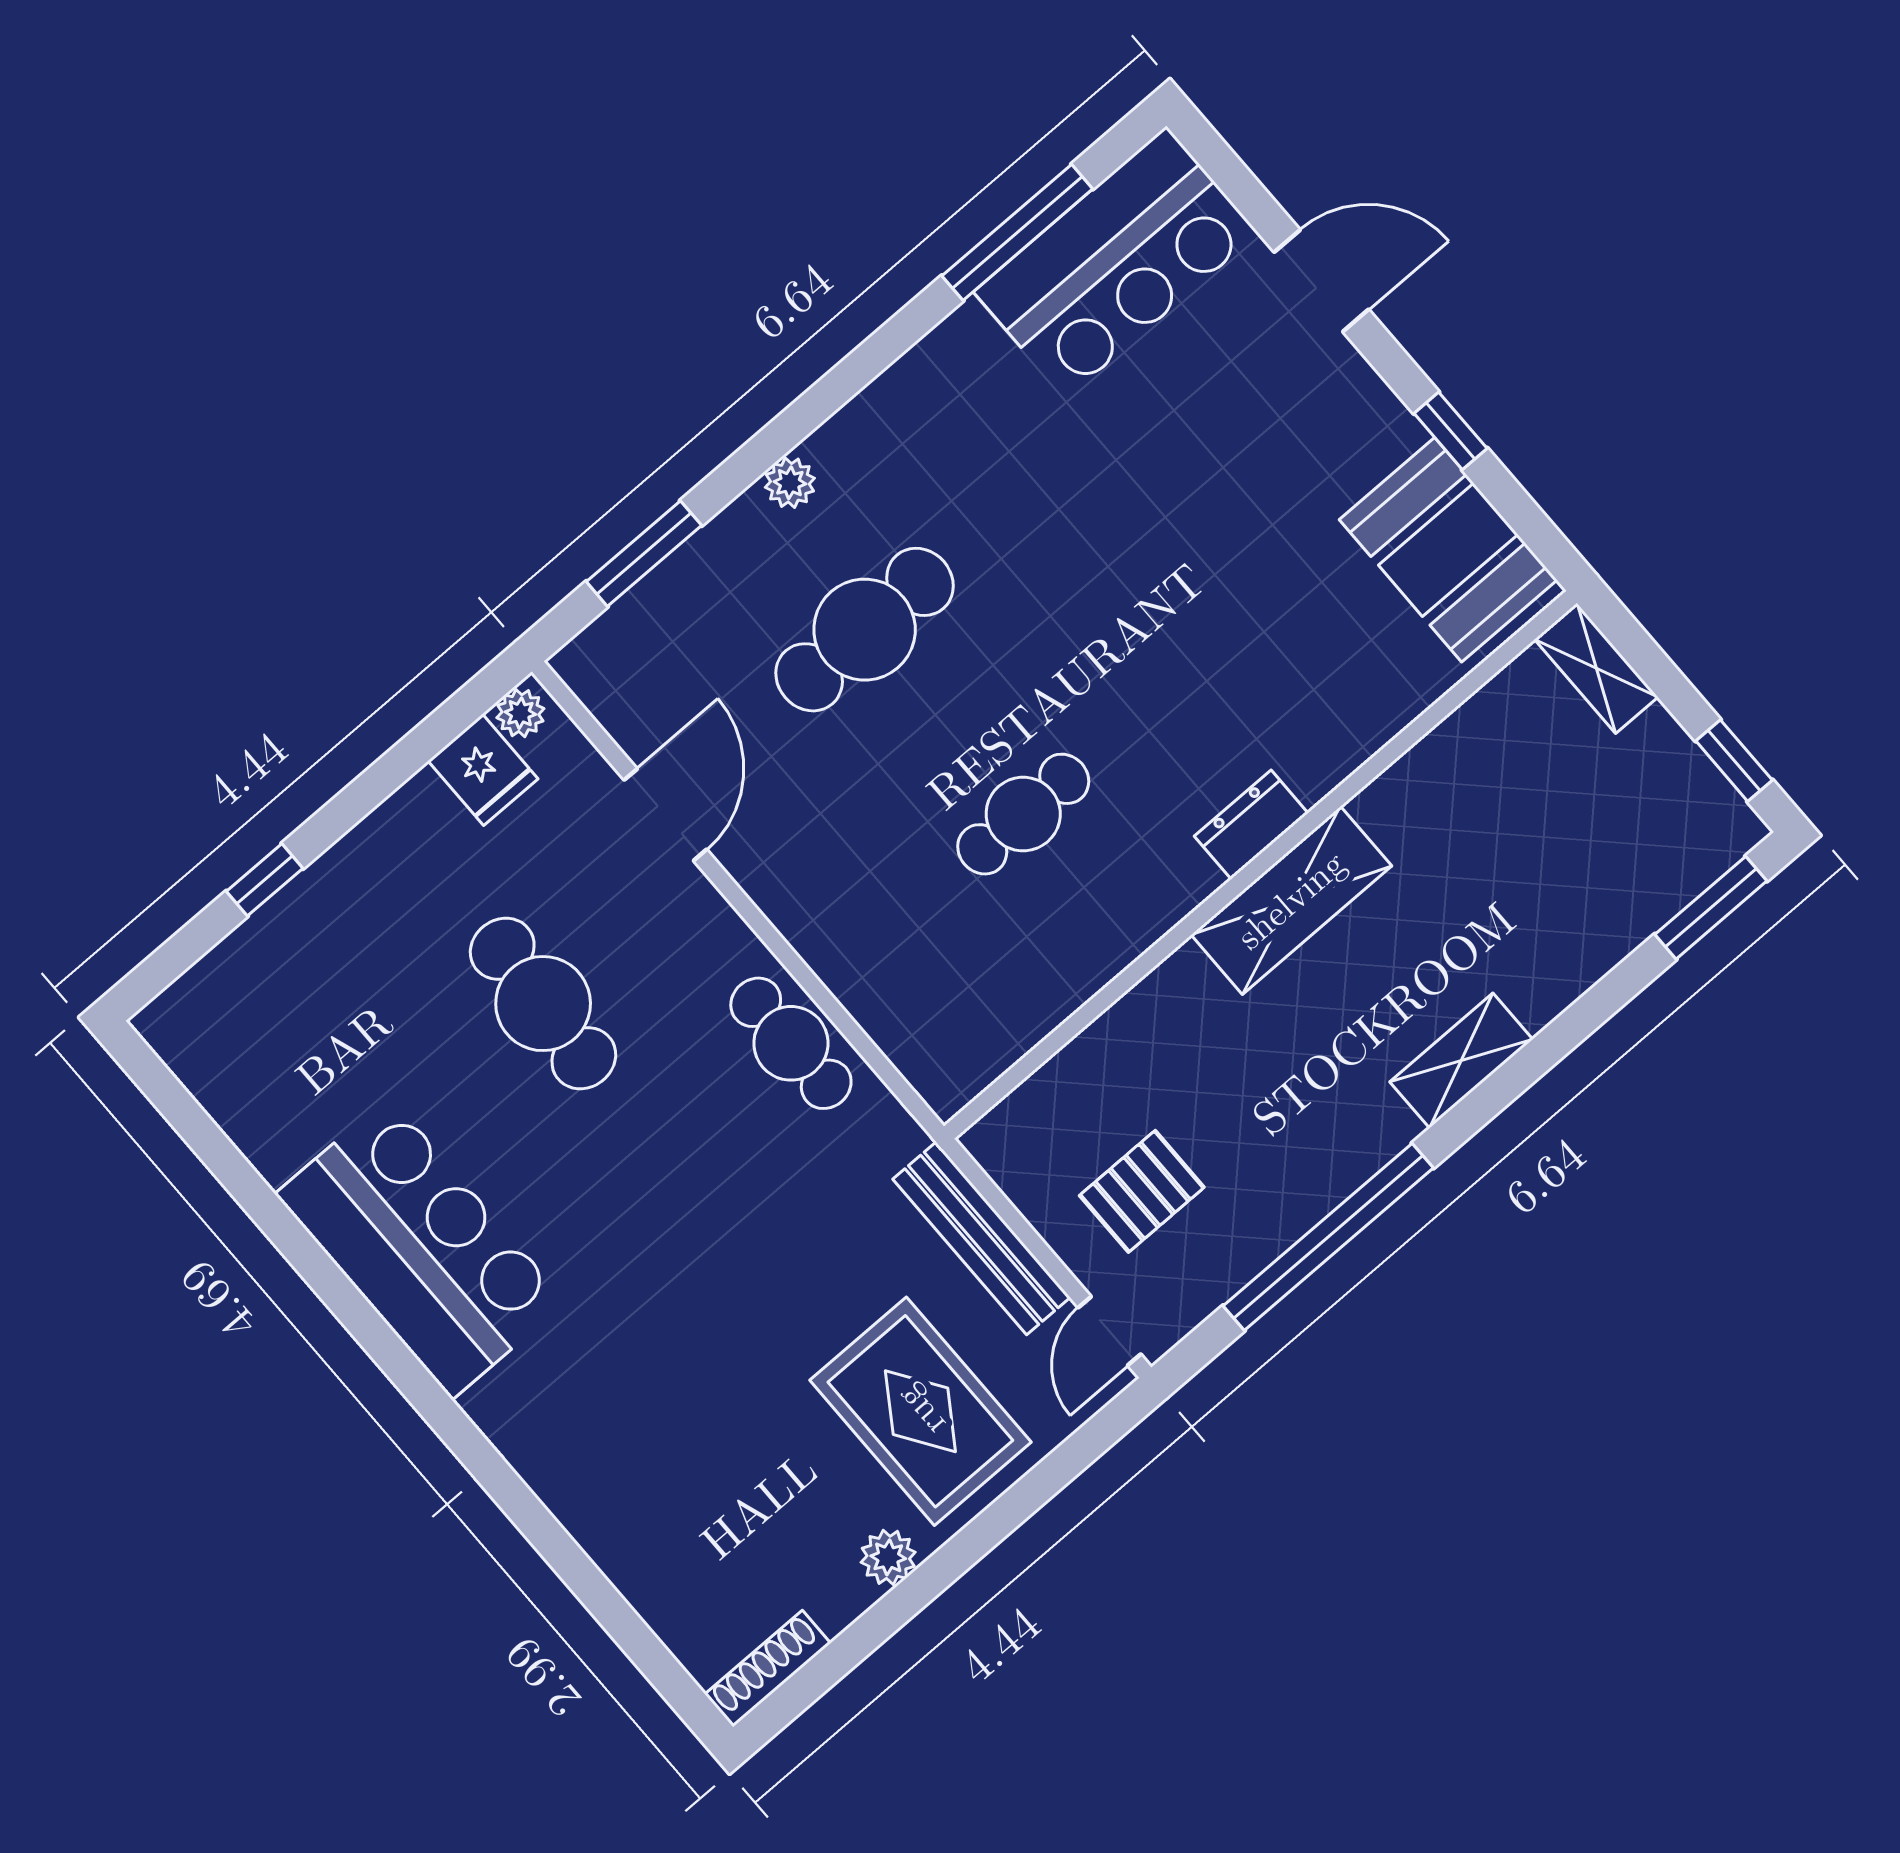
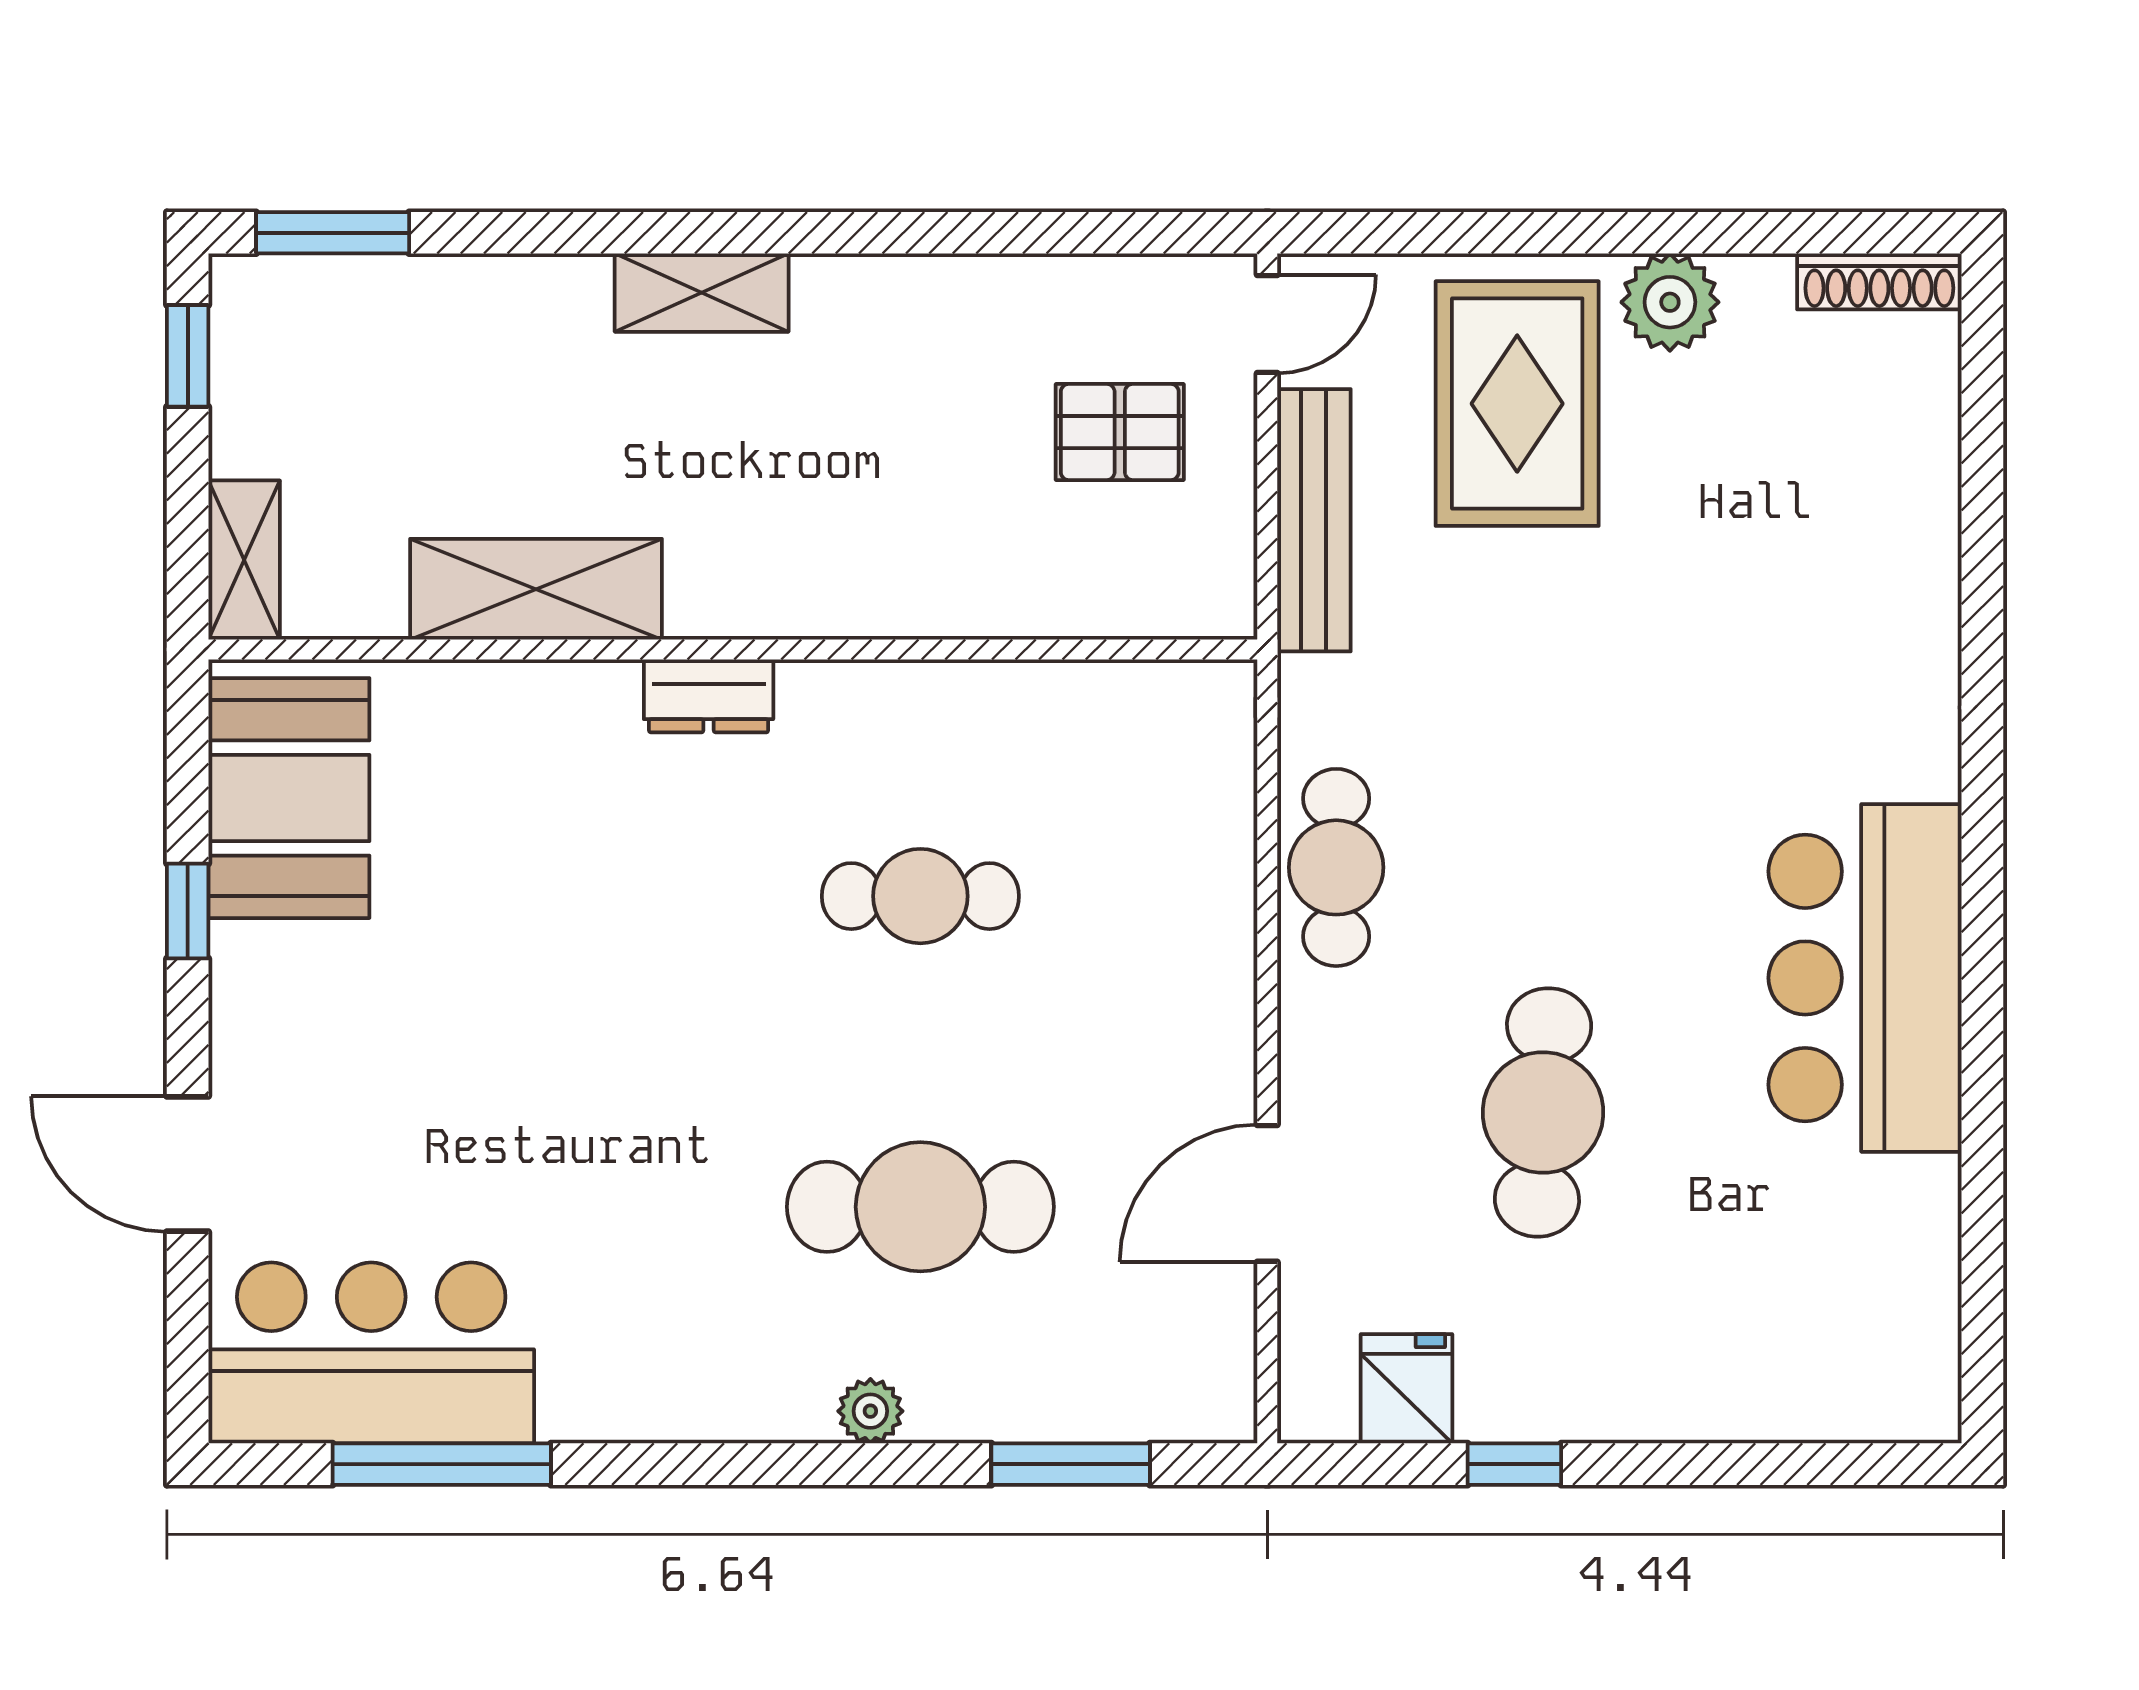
plant: (520, 713) -> (1323, 1412), removed
window: (265, 880) -> (1514, 1464), moved
shelving: (1291, 900) -> (536, 589), moved
window: (1328, 1237) -> (977, 233), removed
plant: (888, 1557) -> (1670, 302), width x1.38, depth x1.38

